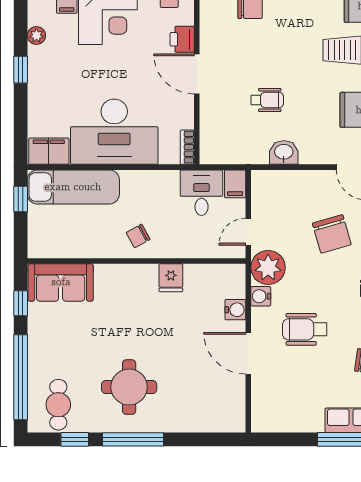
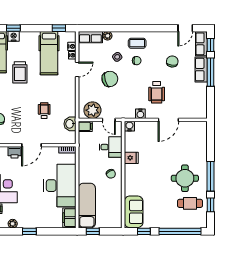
washbasin: (284, 152) -> (70, 124), moved
desk: (202, 193) -> (111, 147), moved, turned 180
plant: (268, 267) -> (92, 110), moved
water cooler: (235, 310) -> (129, 126), moved
cafe table: (58, 405) -> (190, 203), moved

